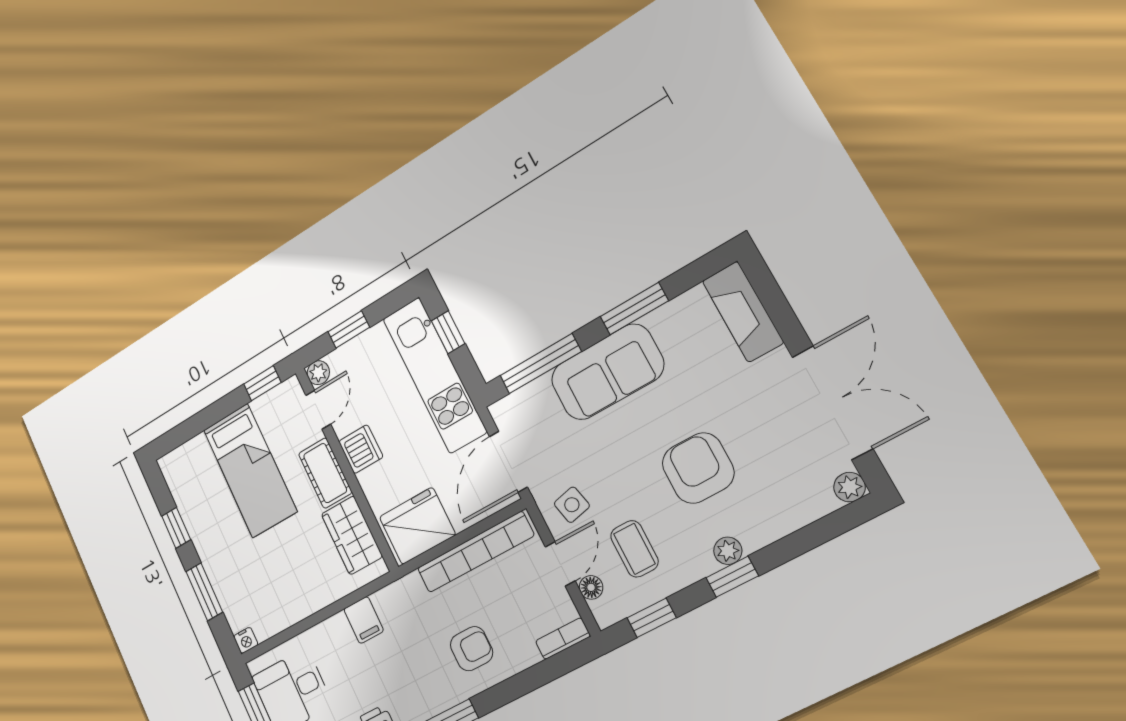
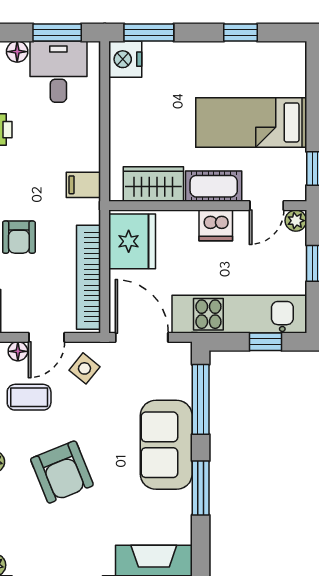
door: (318, 410) -> (267, 206), hinge flipped
armchair: (698, 468) -> (62, 472), turned 68
side table: (572, 505) -> (85, 368), turned -38
door: (560, 564) -> (46, 337), hinge flipped
window: (204, 592) -> (149, 32), moved
filing cabinet: (364, 620) -> (83, 185), moved
nightstand: (246, 640) -> (125, 59), width x1.89, depth x1.79

